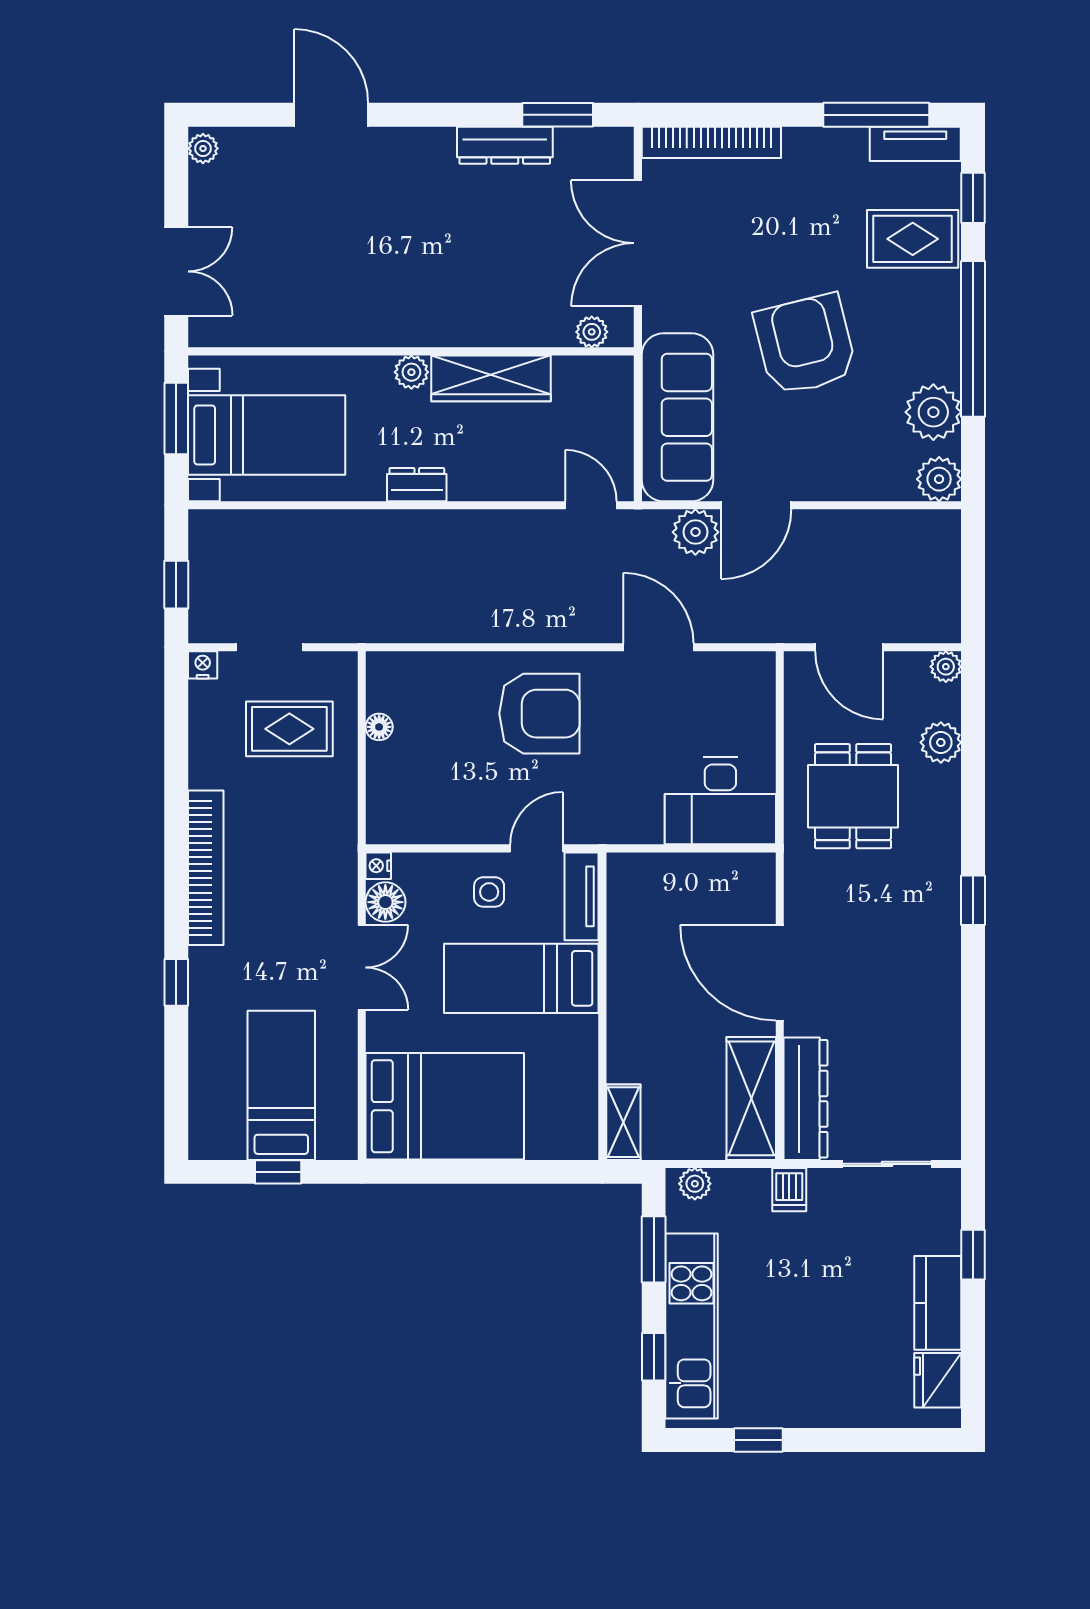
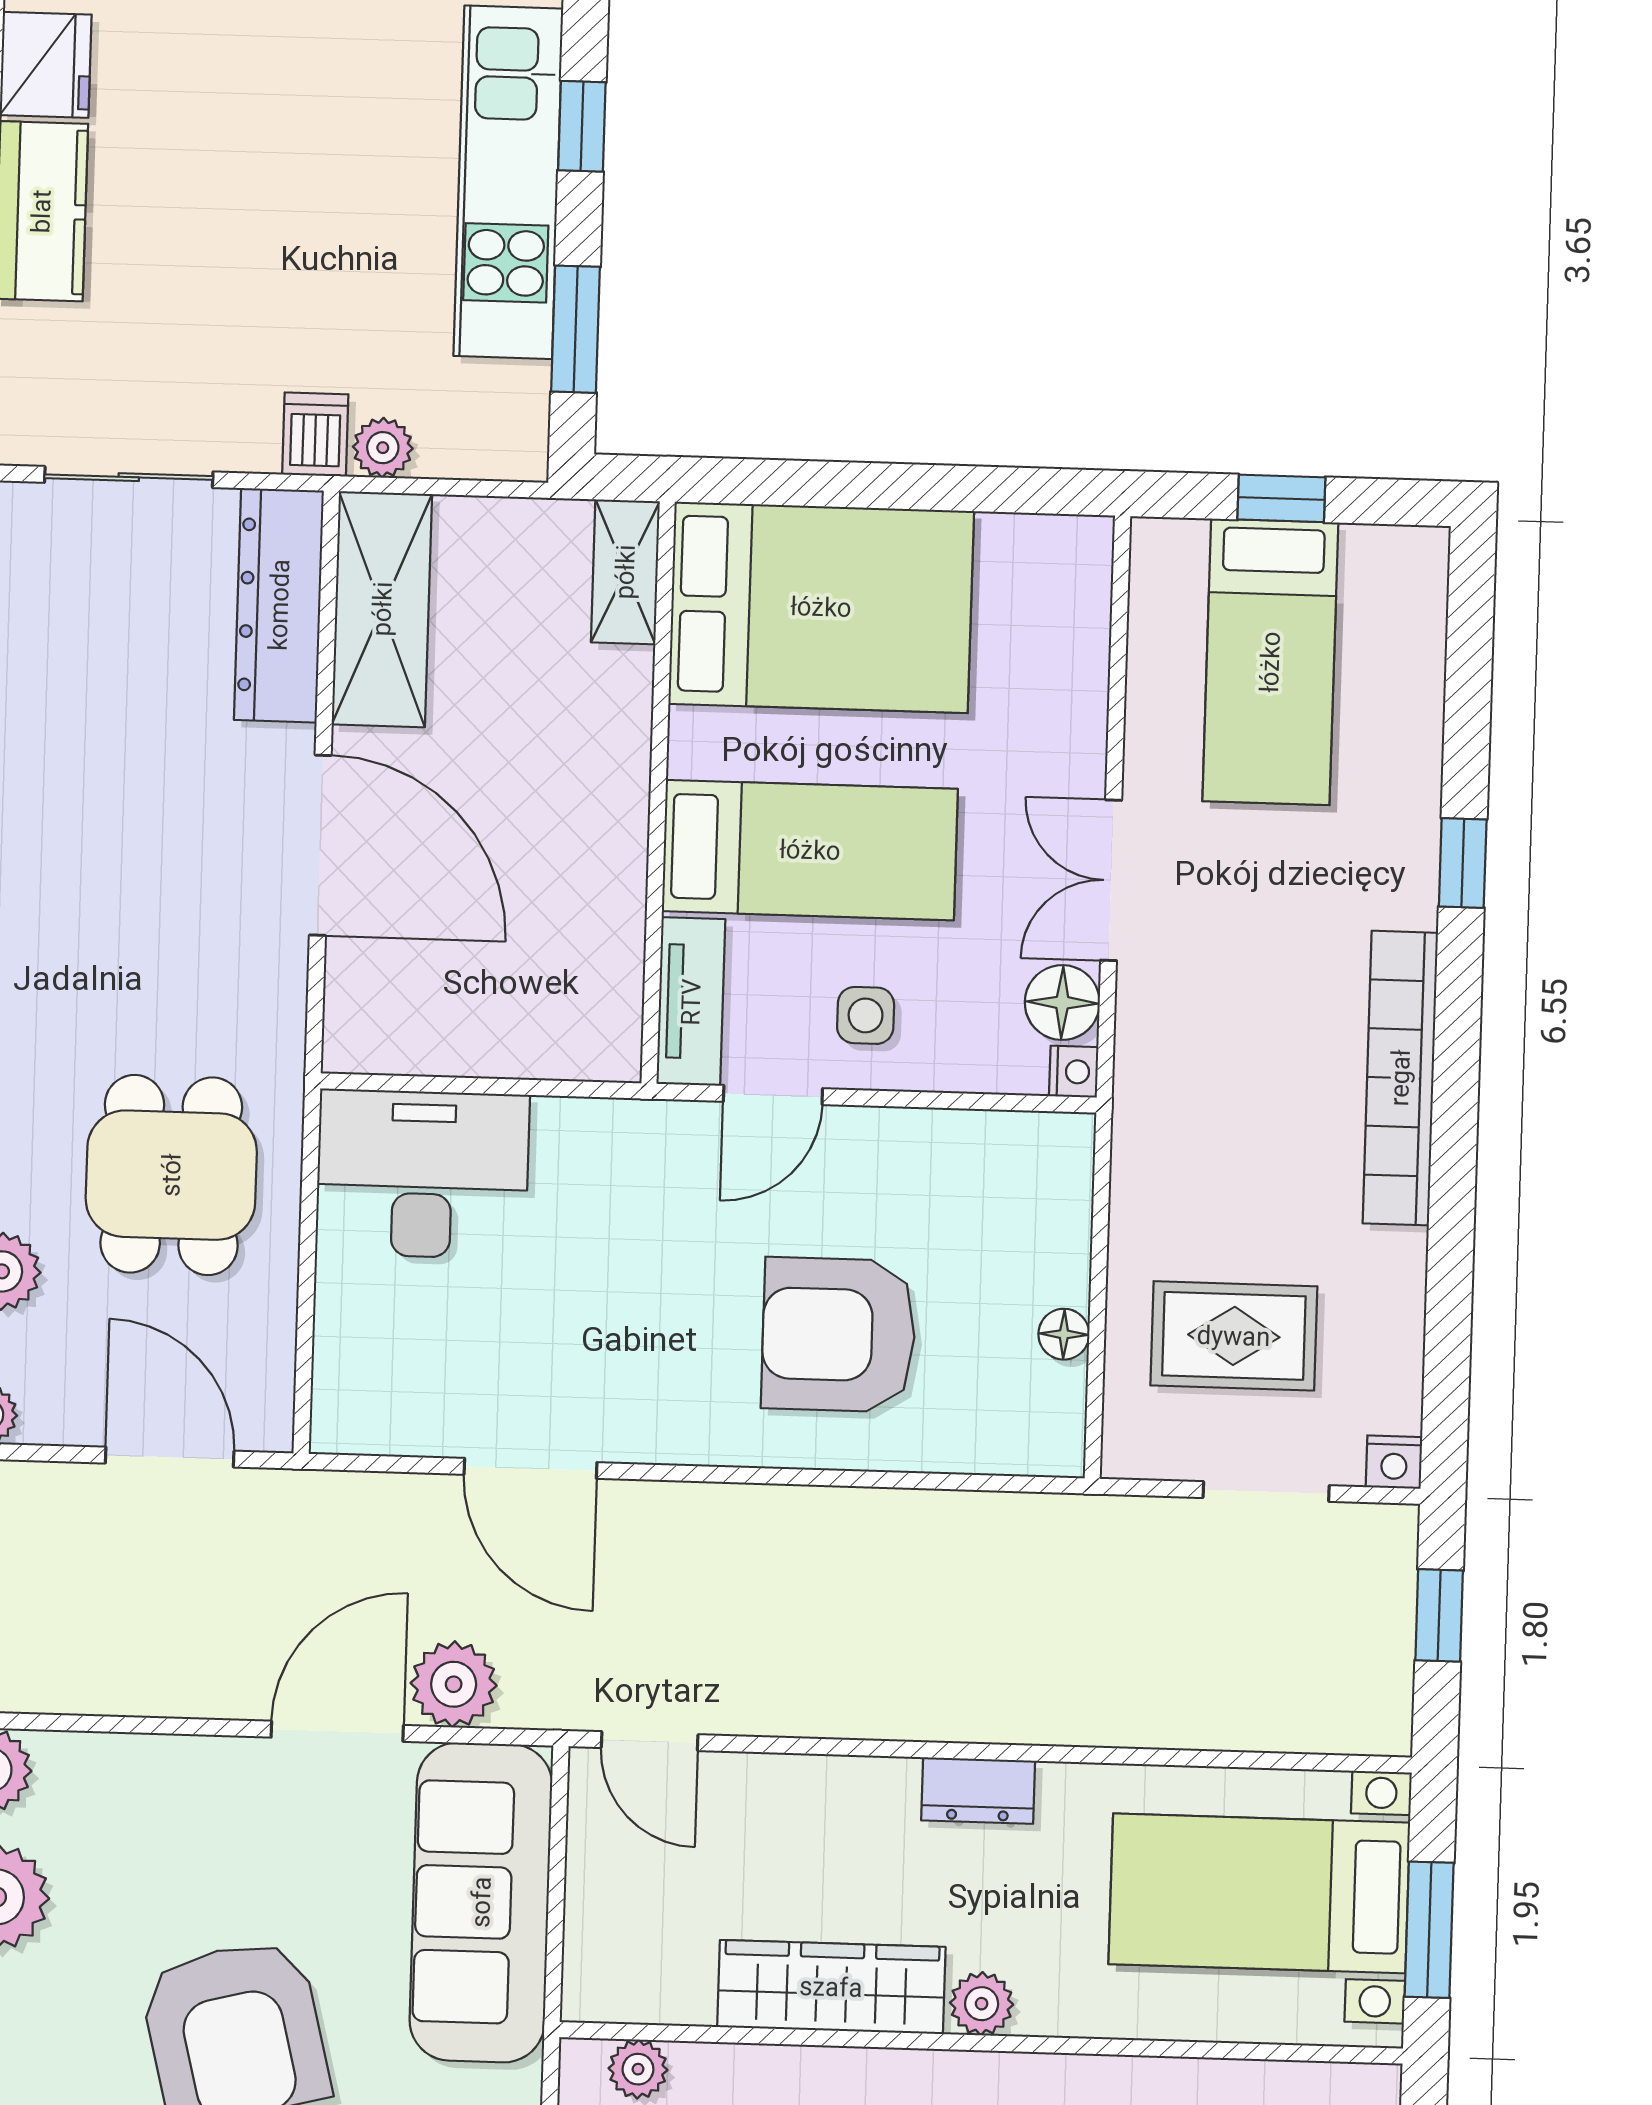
armchair: (539, 714) -> (839, 1335), moved
bed: (445, 1106) -> (821, 607), moved, turned 180
plant: (695, 1184) -> (383, 448), moved

